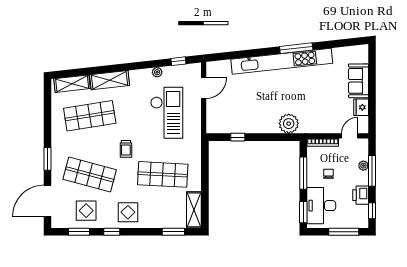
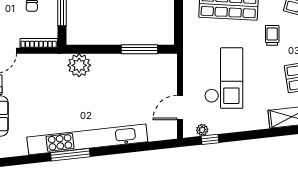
plant: (157, 72) -> (202, 130), moved
checkout: (167, 113) -> (224, 78), turned 180
window: (238, 137) -> (139, 49), width x2.17

